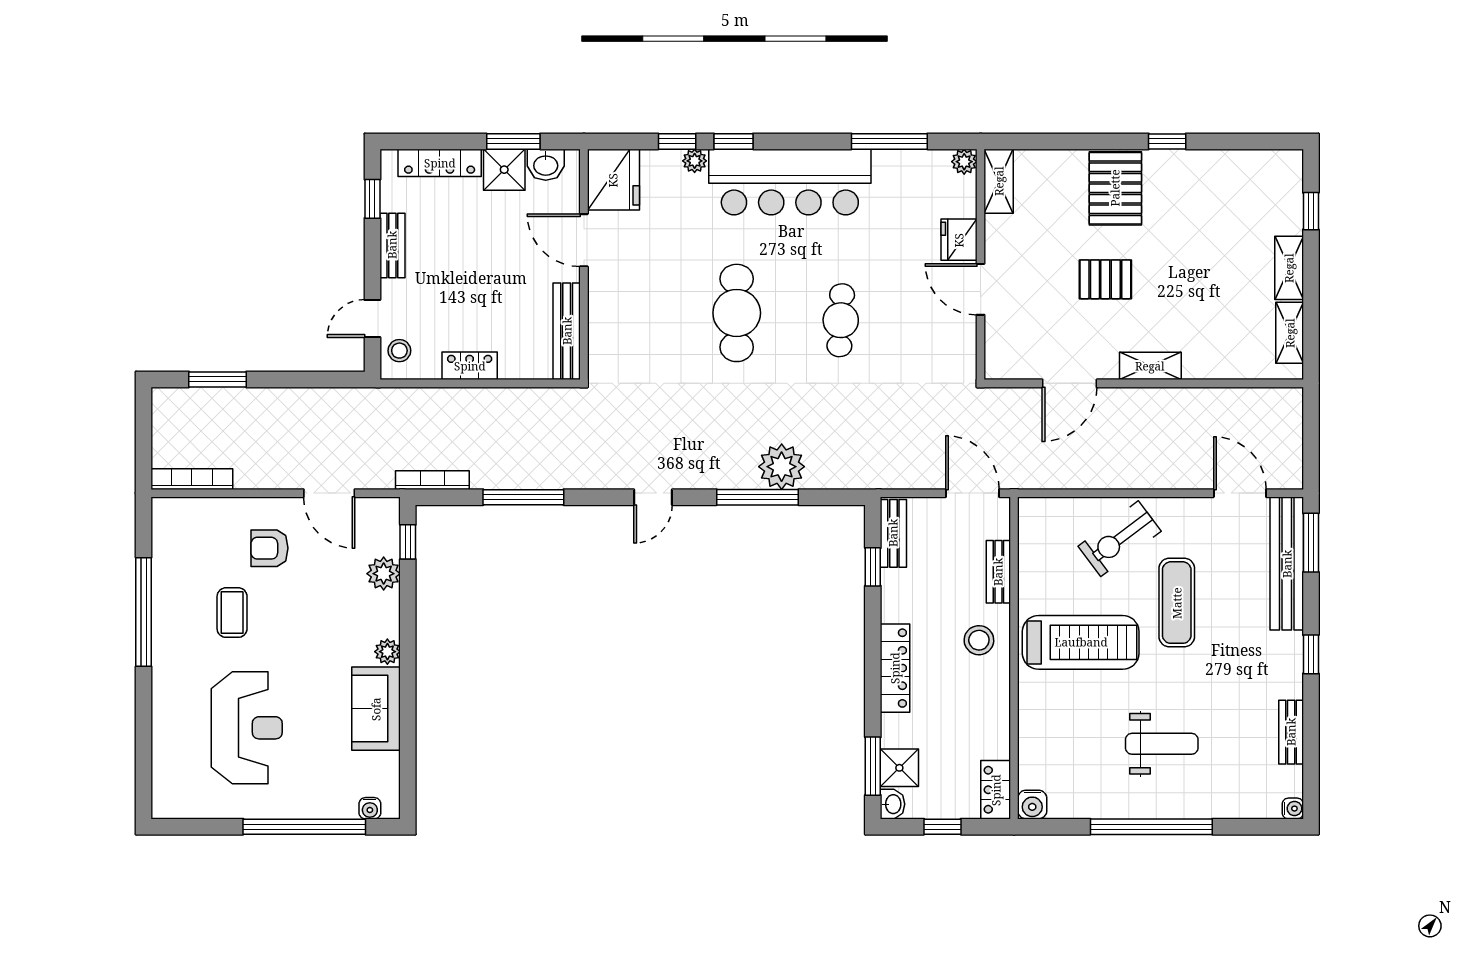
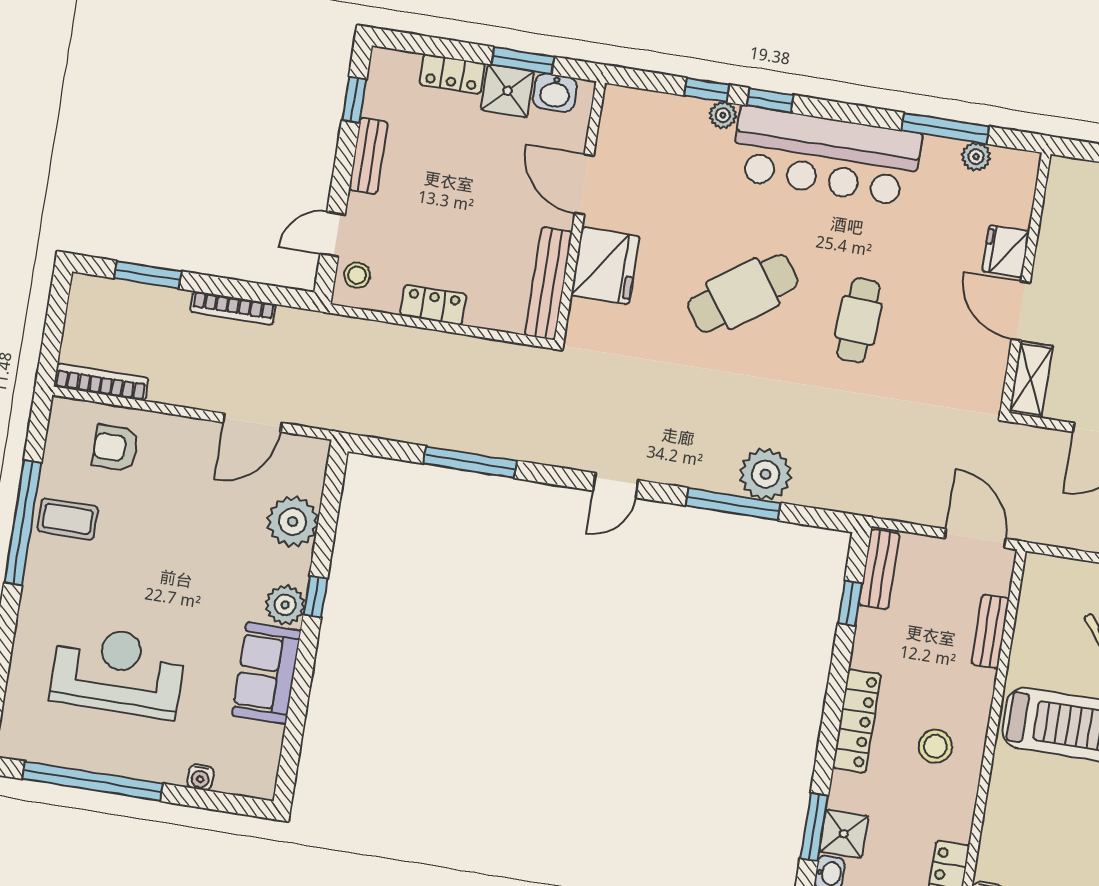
plant: (964, 162) -> (976, 157), moved
locker: (440, 163) -> (452, 74), width x0.66
fridge: (613, 180) -> (605, 266), moved
shelving: (999, 181) -> (1031, 379), moved
cafe table: (737, 313) -> (743, 294), turned 54
bookcase: (432, 480) -> (233, 308), moved, turned 180
door: (329, 493) -> (253, 423), hinge flipped
window: (408, 542) -> (315, 597), moved
armchair: (269, 548) -> (115, 448), moved
plant: (384, 574) -> (293, 522), width x1.36, depth x1.36
coffee table: (232, 613) -> (68, 519), moved, turned 90
stool: (979, 640) -> (935, 746), moved
plant: (387, 652) -> (285, 605), width x1.38, depth x1.38
reception desk: (247, 728) -> (118, 671), turned -90
water cooler: (370, 808) -> (200, 777), moved
window: (304, 827) -> (92, 781), moved

